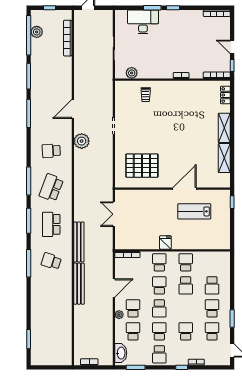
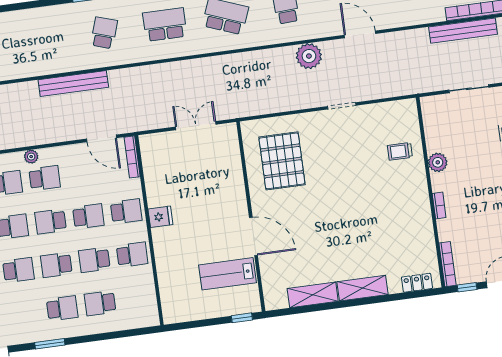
plant: (132, 73) -> (438, 162), moved
lab bench: (194, 211) -> (228, 274), moved, turned -90
bench: (79, 242) -> (463, 31), moved
door: (114, 288) -> (101, 138), moved
school desk: (212, 331) -> (56, 265), moved, turned 180

